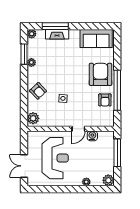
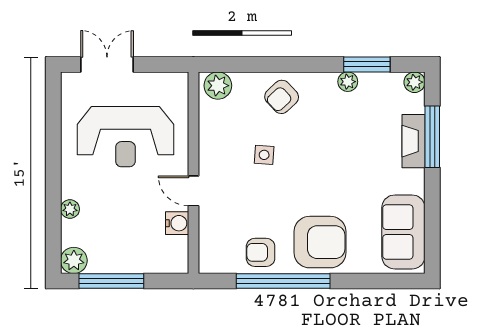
window: (117, 153) -> (111, 281), moved

